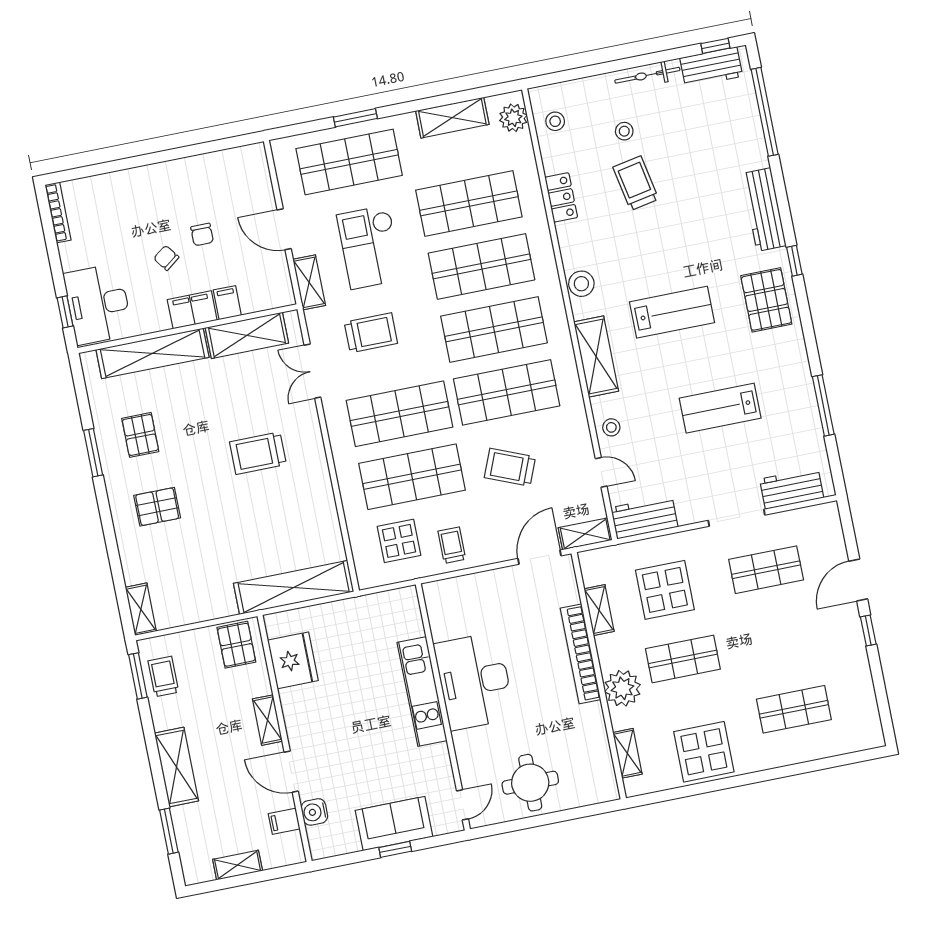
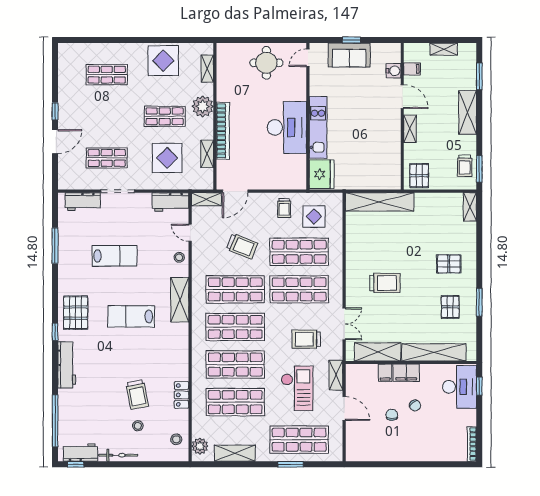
stool: (581, 284) -> (180, 343), removed
fridge: (293, 660) -> (322, 174), moved, turned 180

